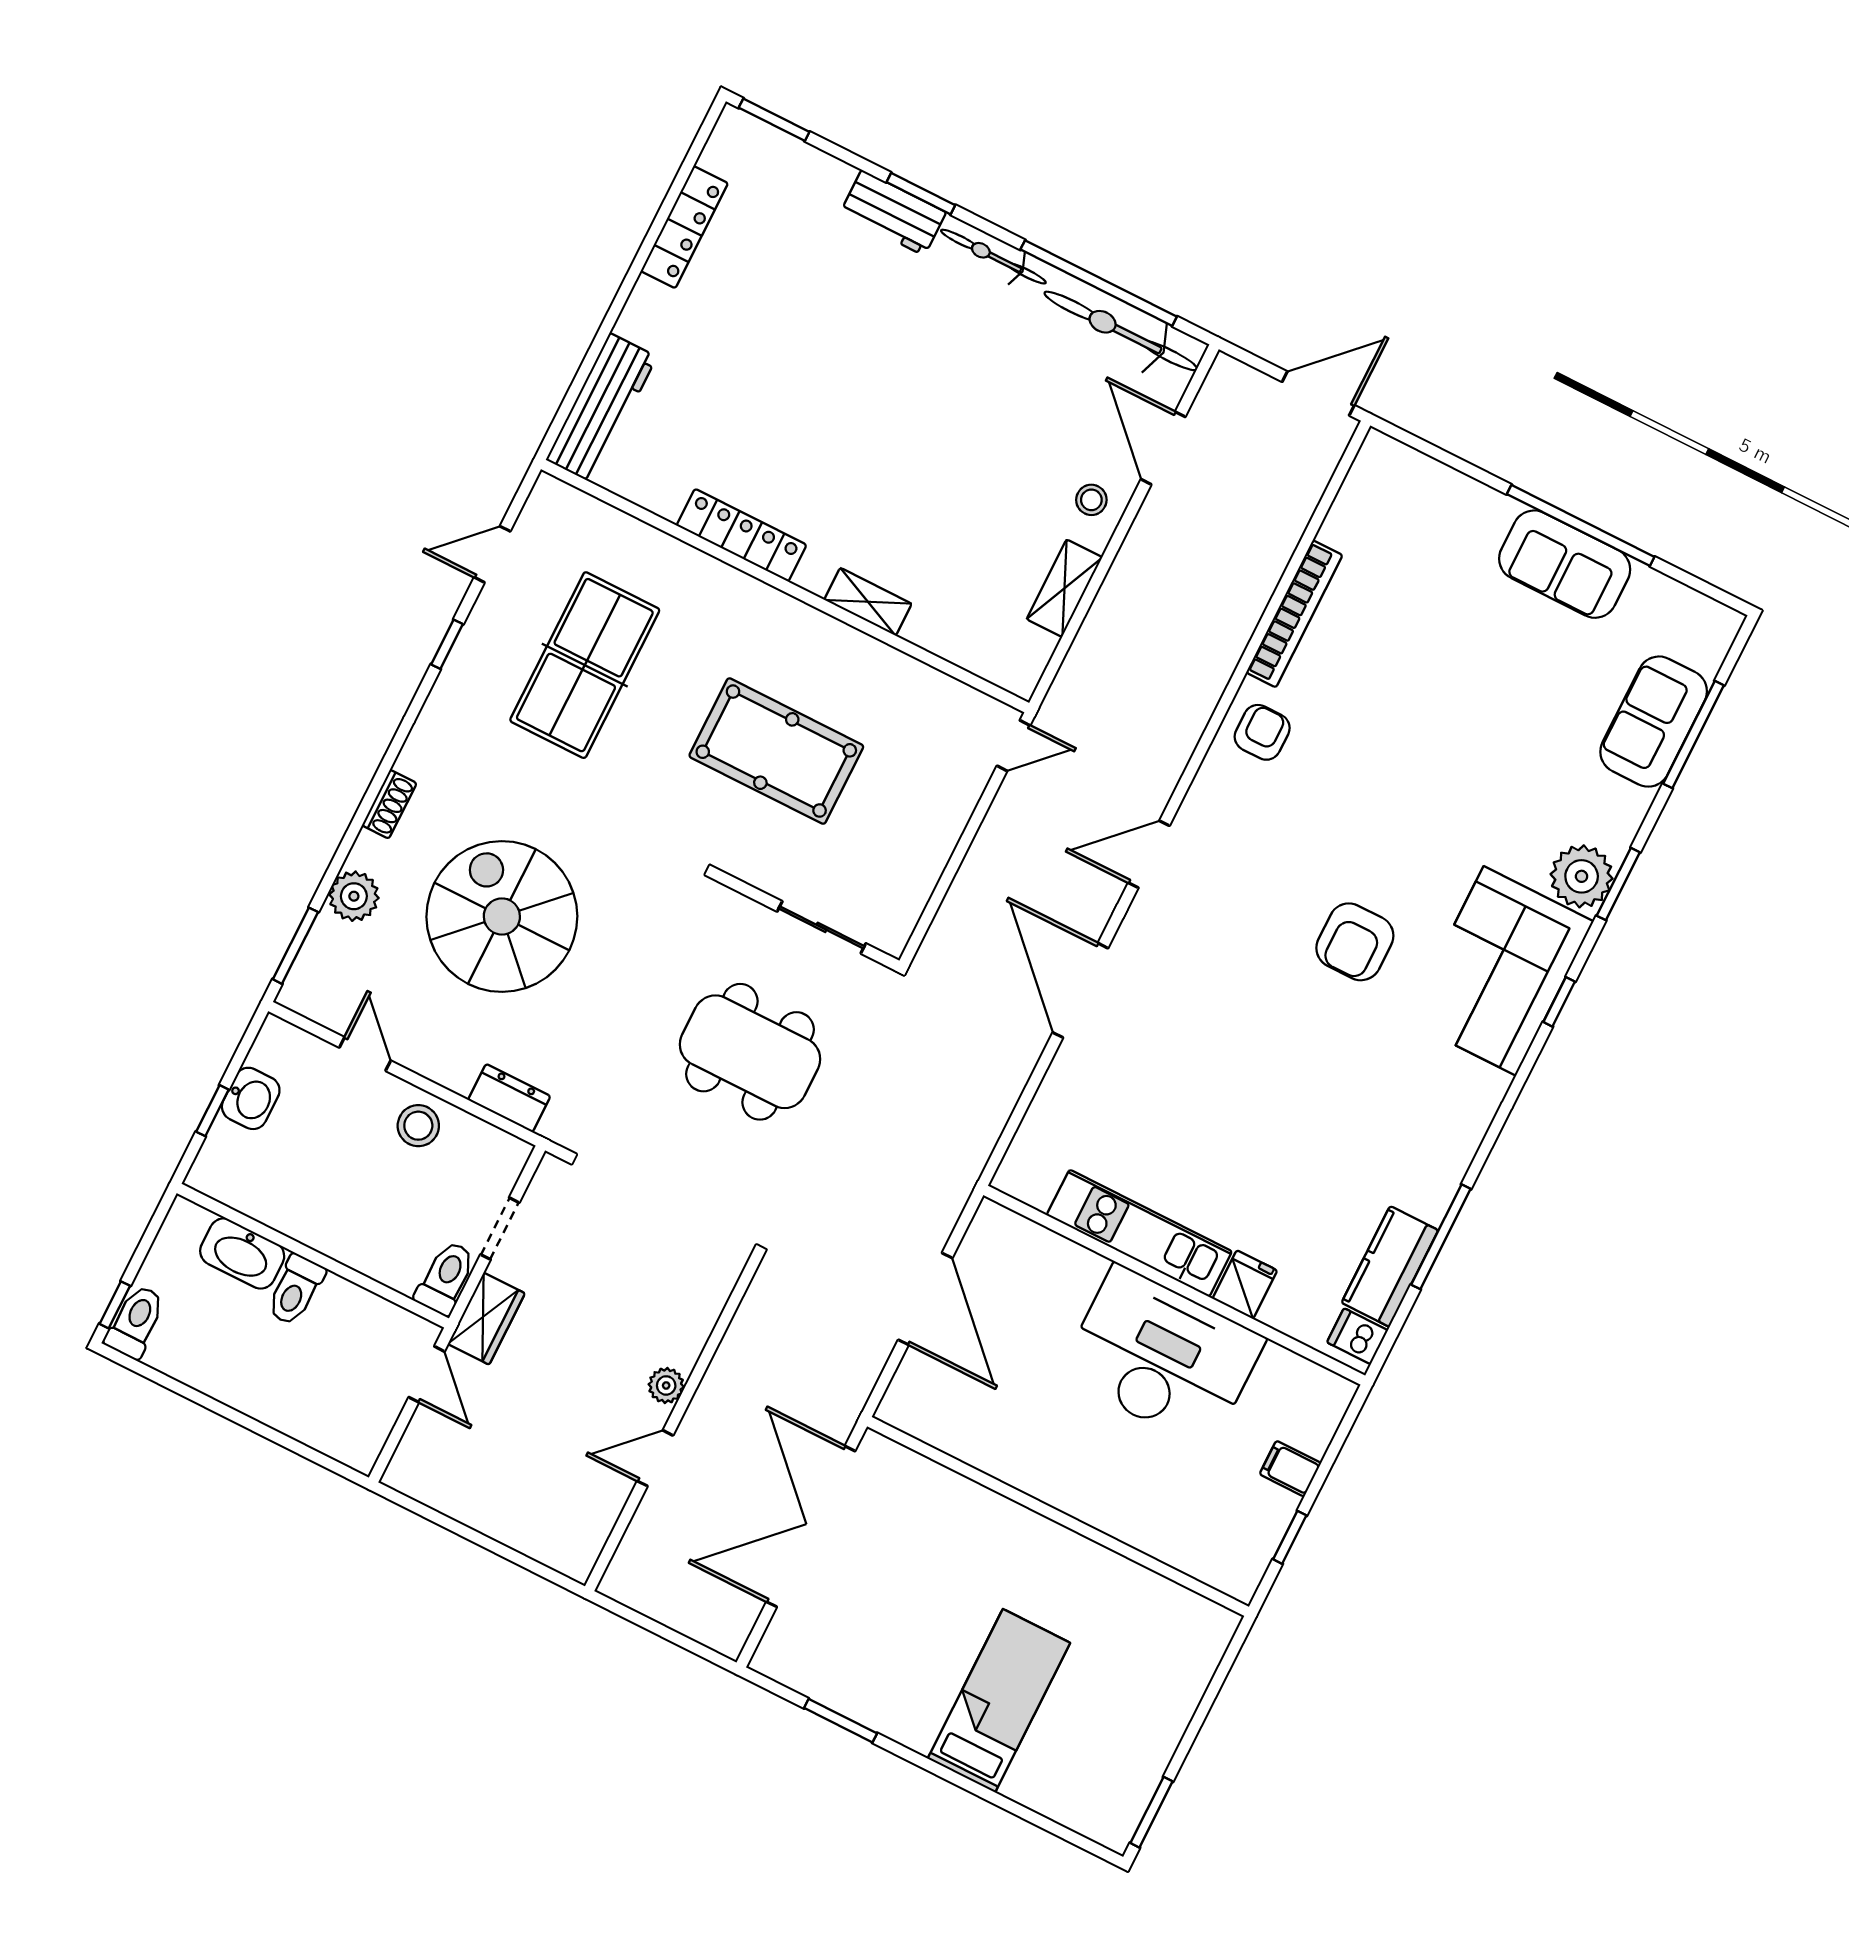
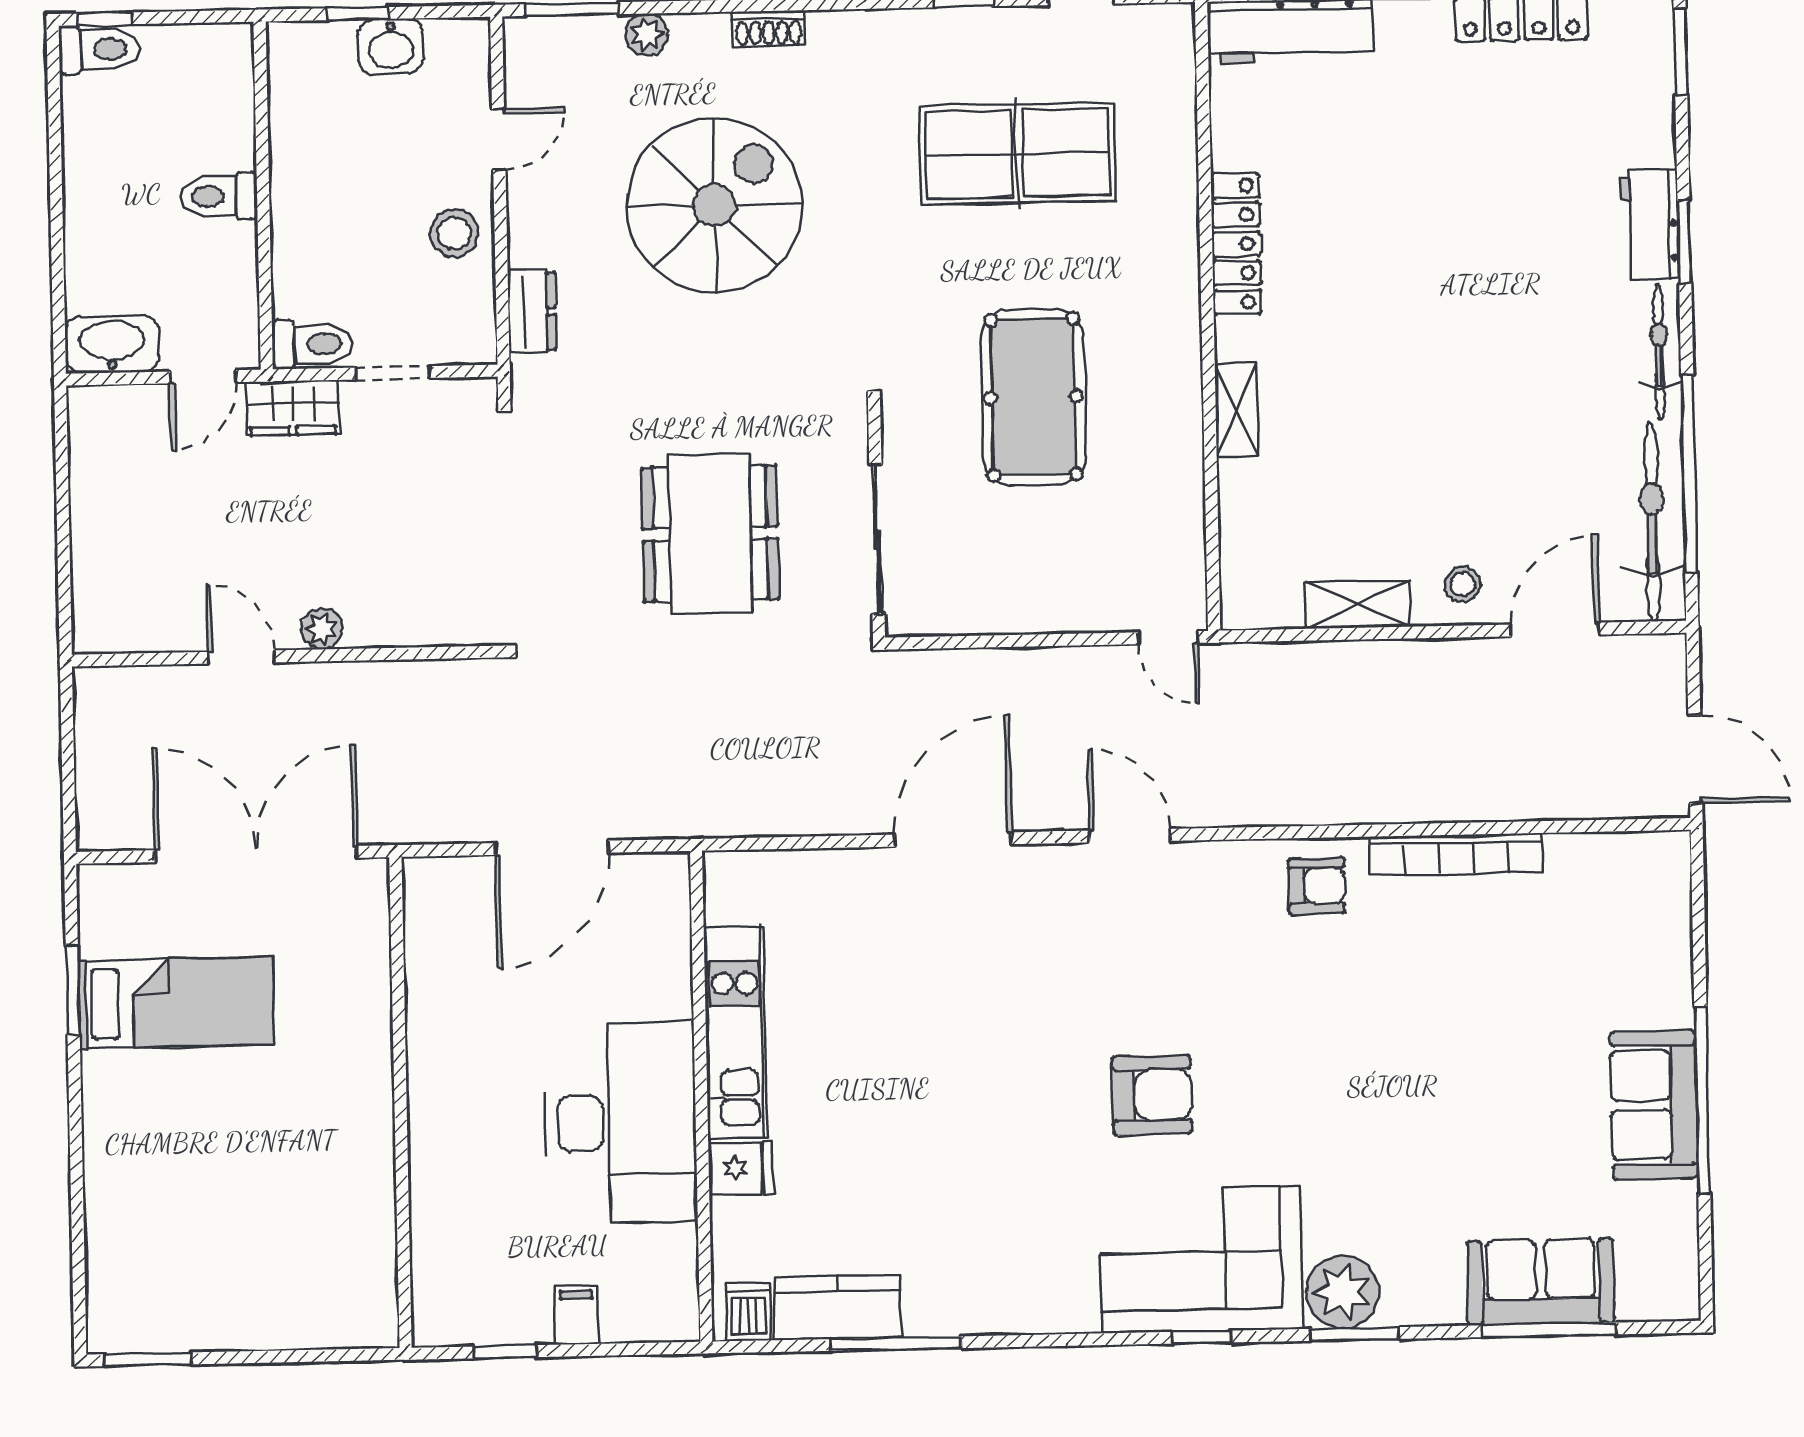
plant: (354, 896) -> (647, 35), width x0.73, depth x0.73
sliding door: (822, 927) -> (877, 539), width x1.37
armchair: (1355, 942) -> (1152, 1095), turned 180
washbasin: (242, 1253) -> (112, 344), moved, turned 90
bed: (999, 1701) -> (176, 1003), moved

